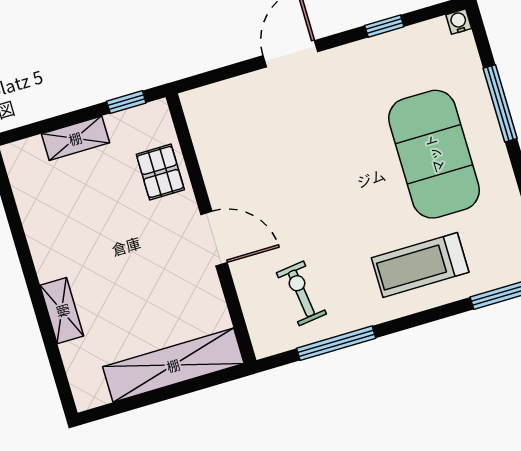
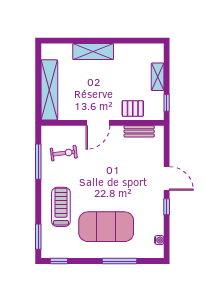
water cooler: (459, 22) -> (159, 240), moved
window: (384, 26) -> (167, 207), moved
bench: (206, 143) -> (139, 131), added
shelving: (62, 311) -> (93, 51), width x1.50, depth x1.33

